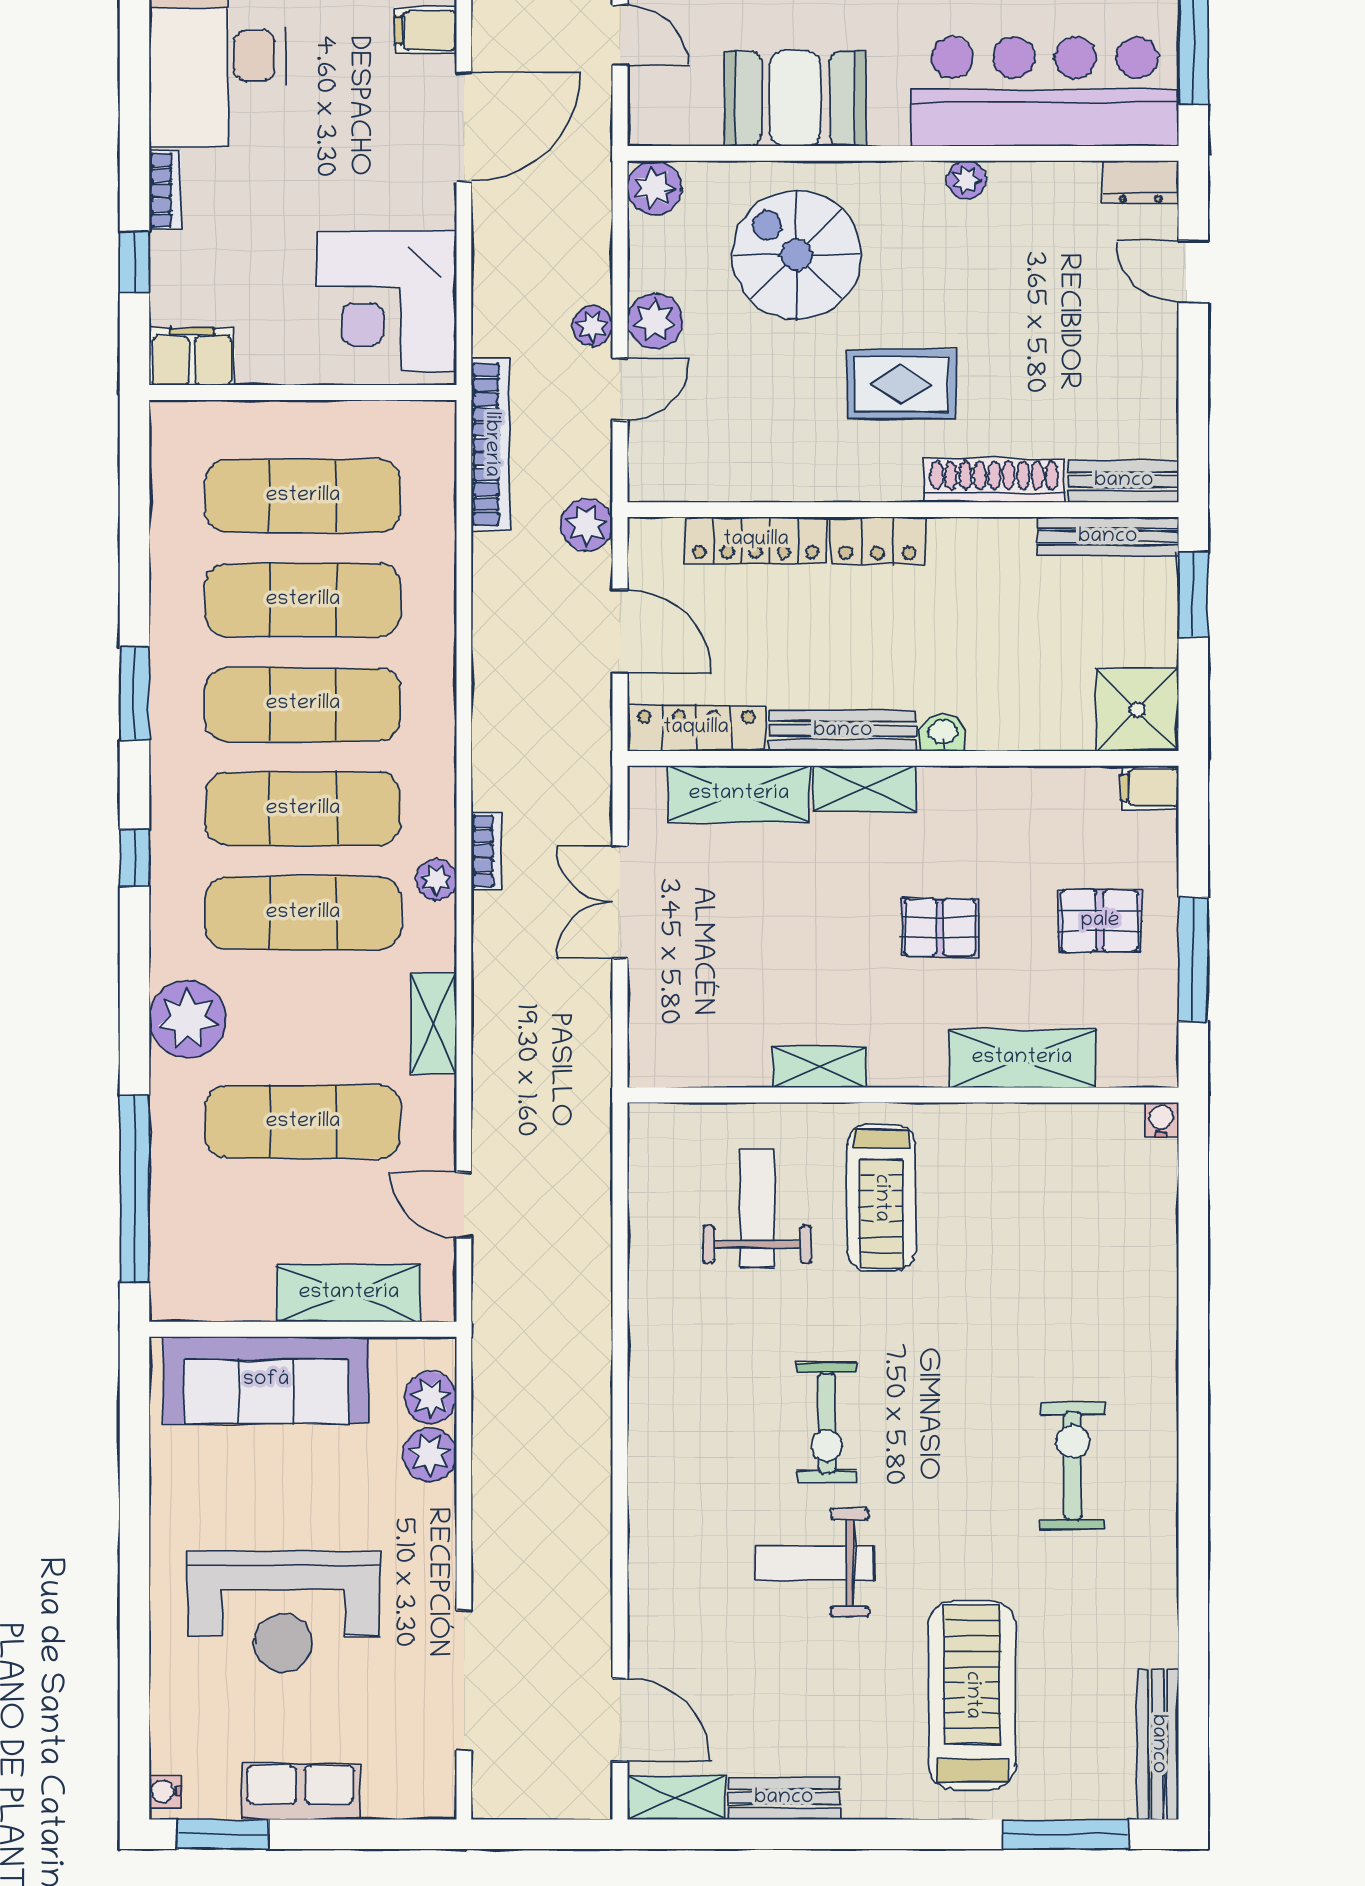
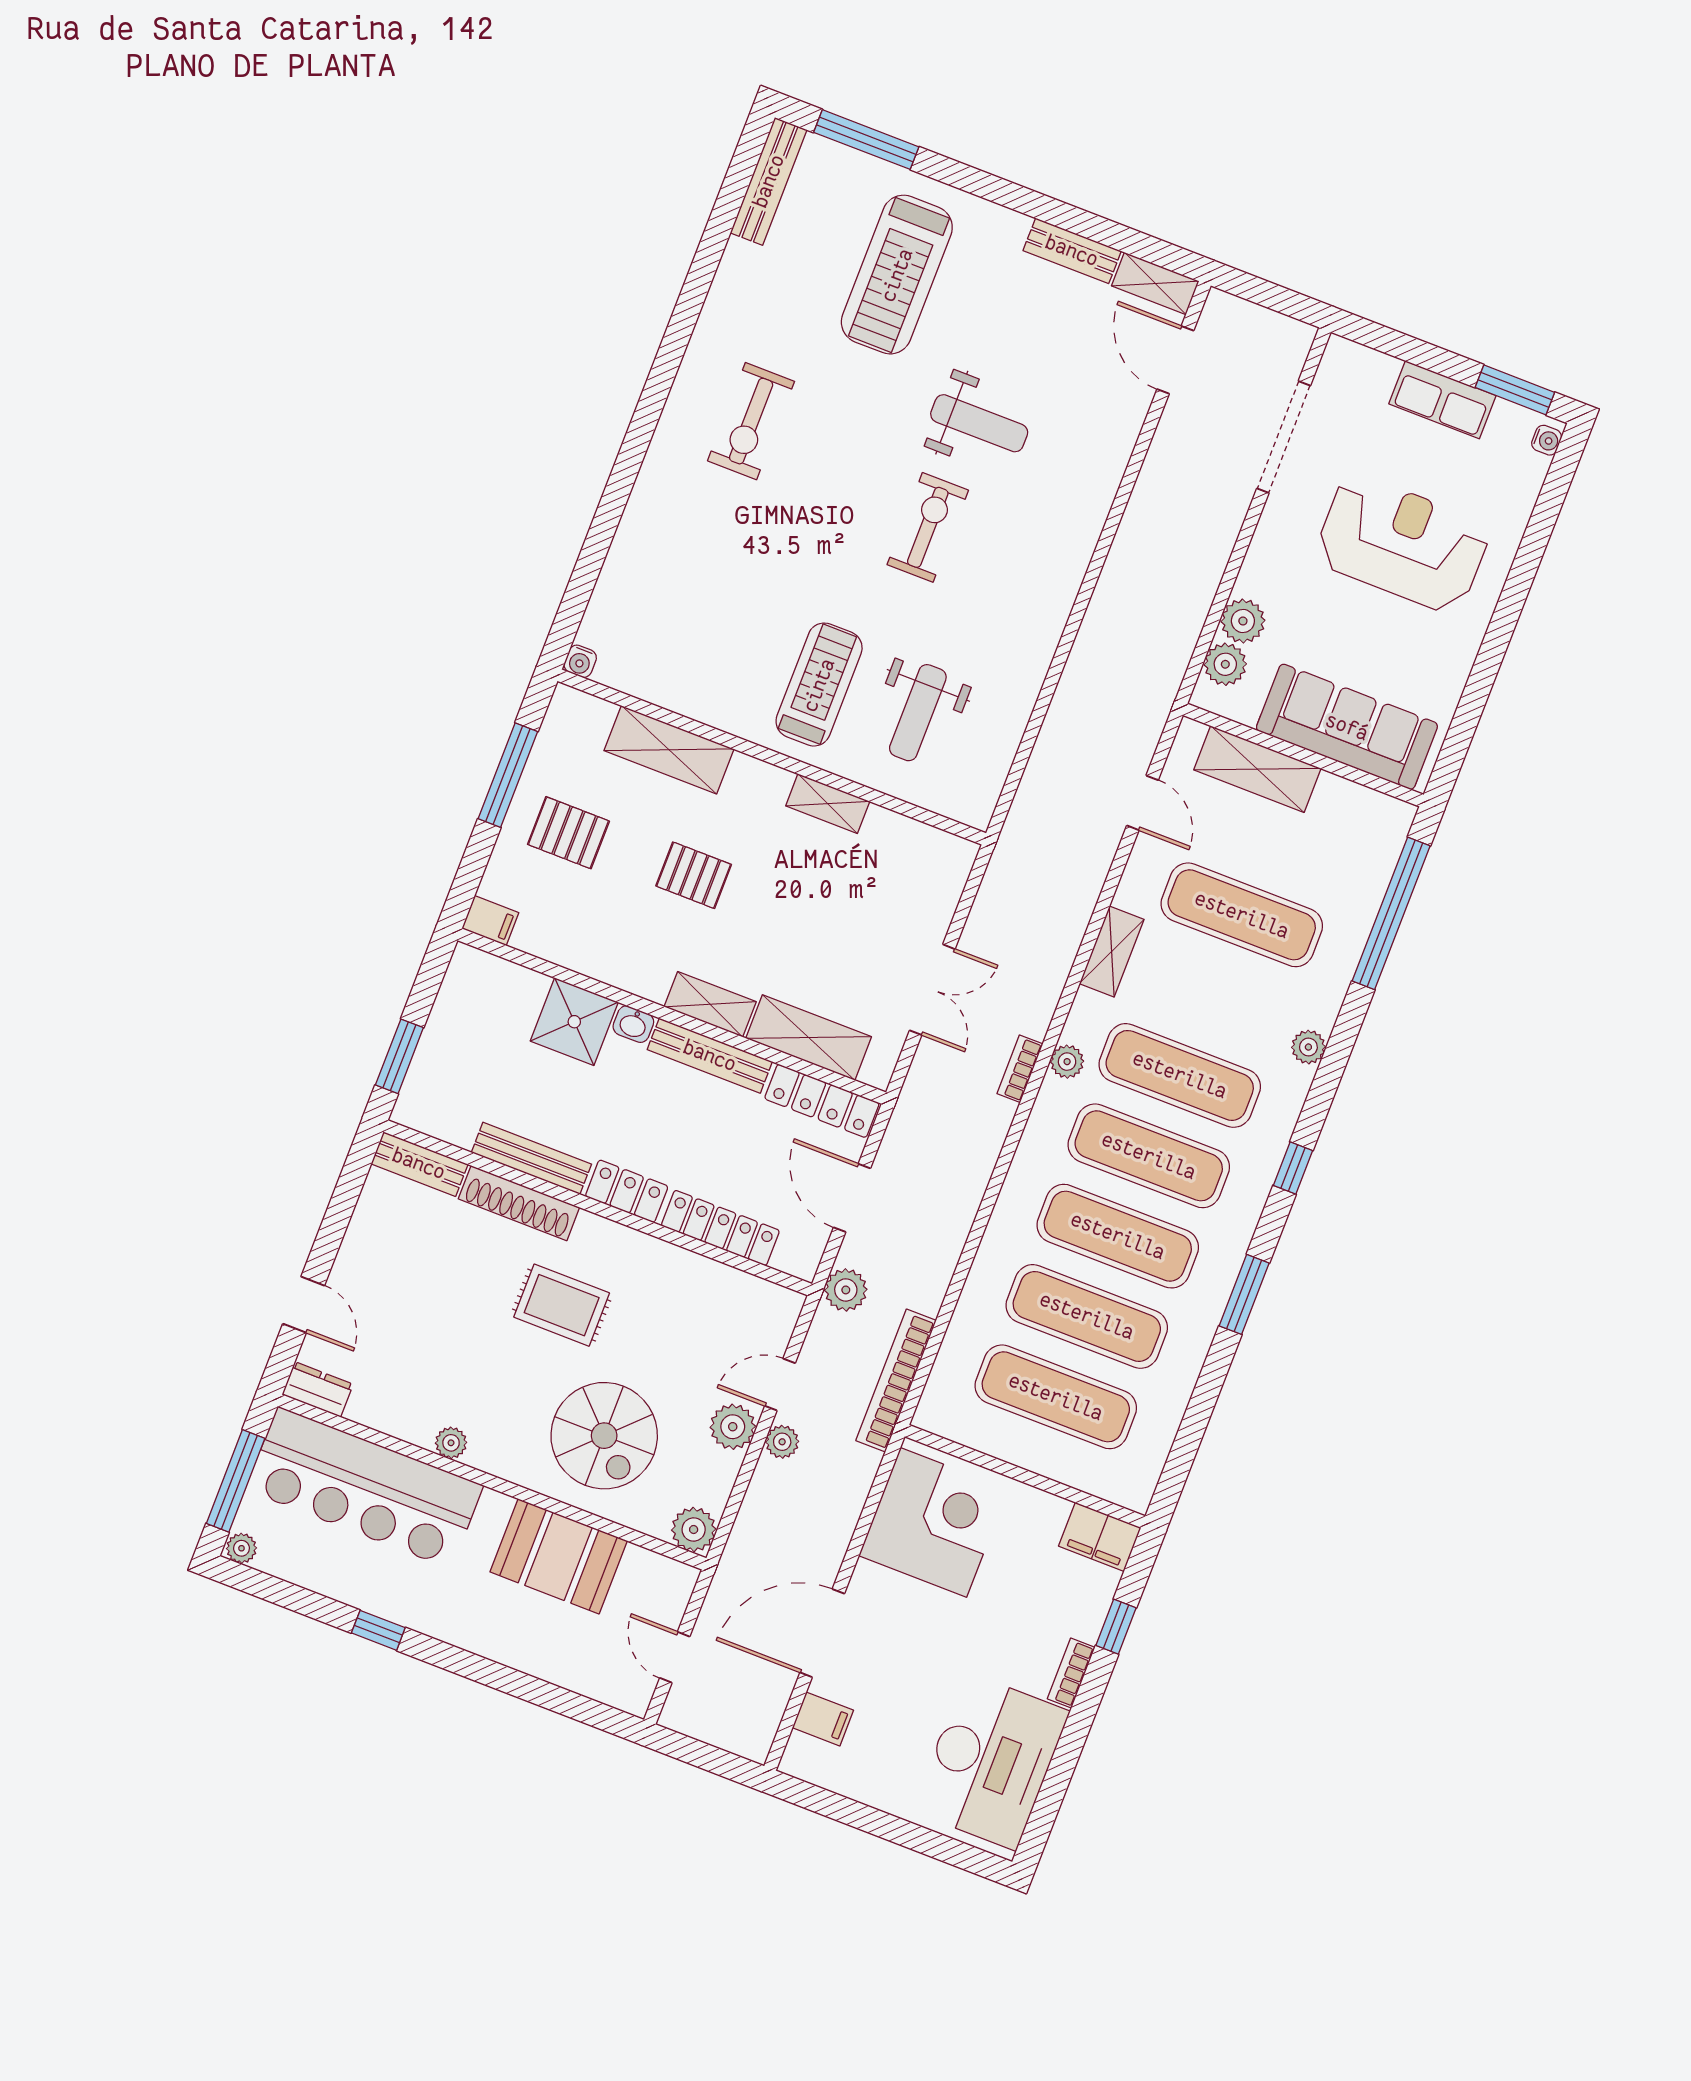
bench: (1108, 537) -> (531, 1158), moved
shower: (1137, 710) -> (574, 1022), moved
plant: (188, 1019) -> (1308, 1047), width x0.53, depth x0.53

